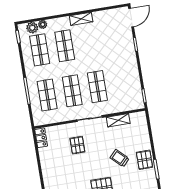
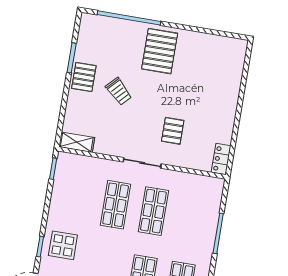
display table: (122, 50) -> (63, 245), added
shop shelf: (47, 95) -> (191, 217), removed
shelving: (118, 120) -> (77, 142), moved

